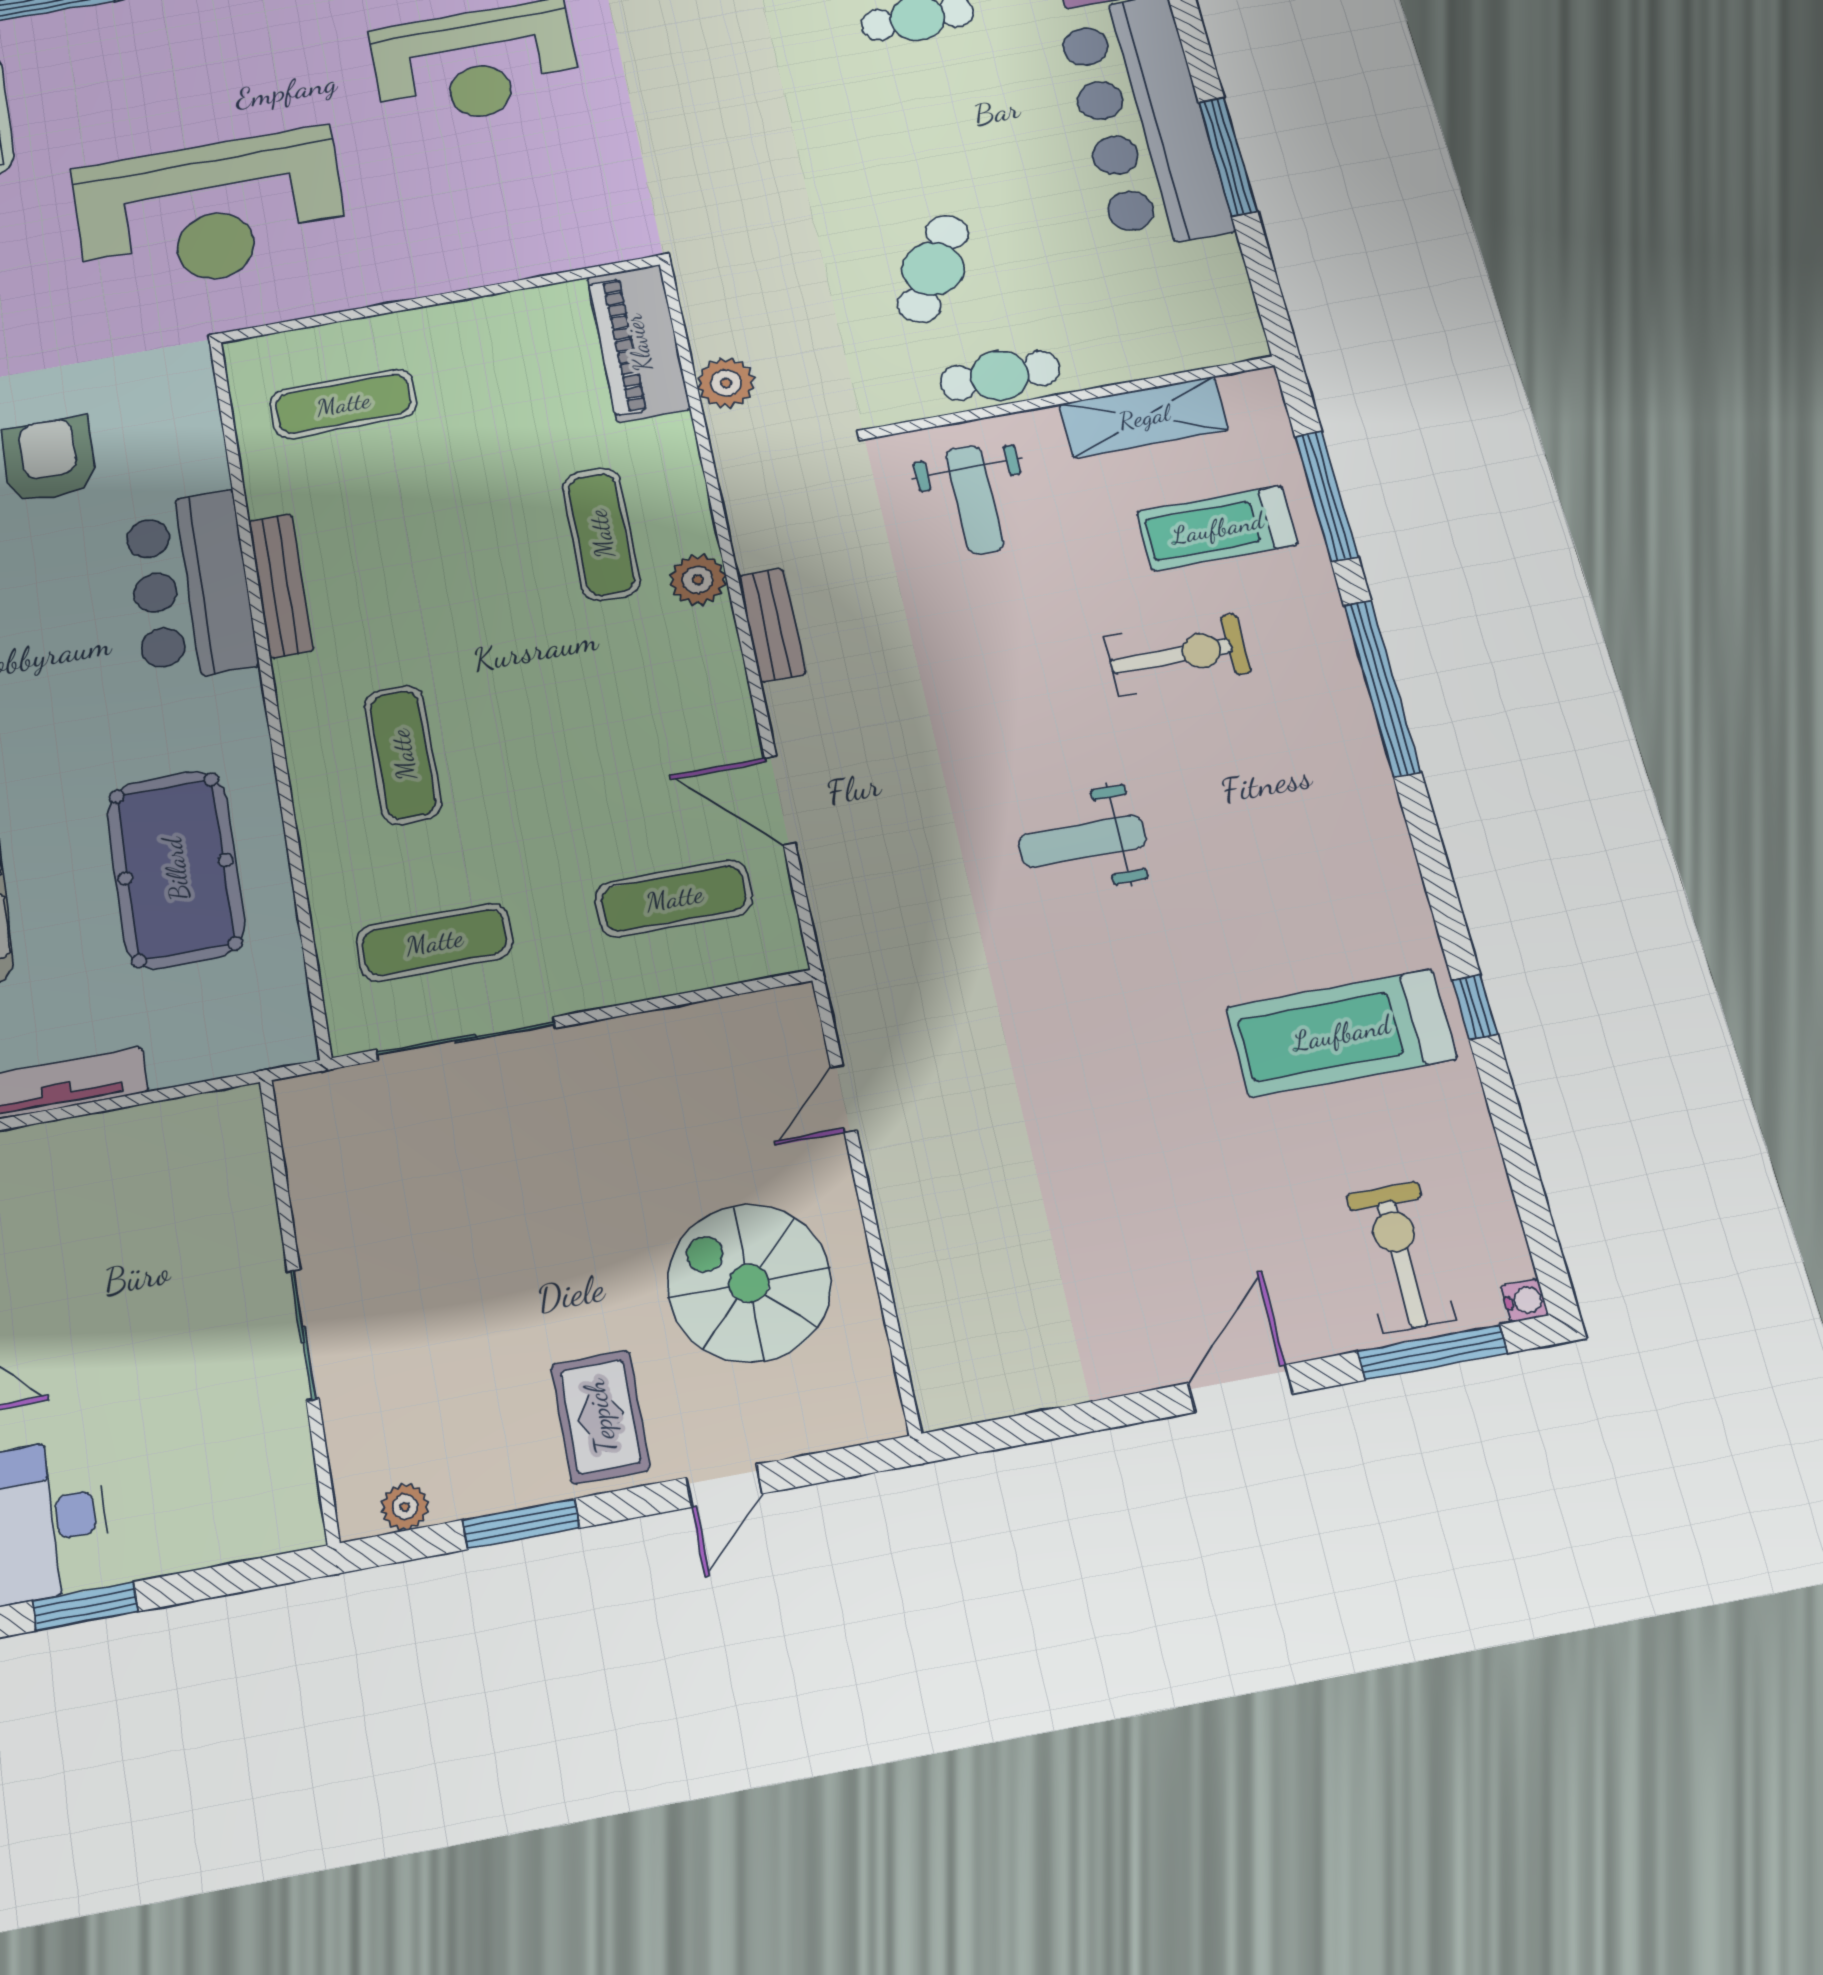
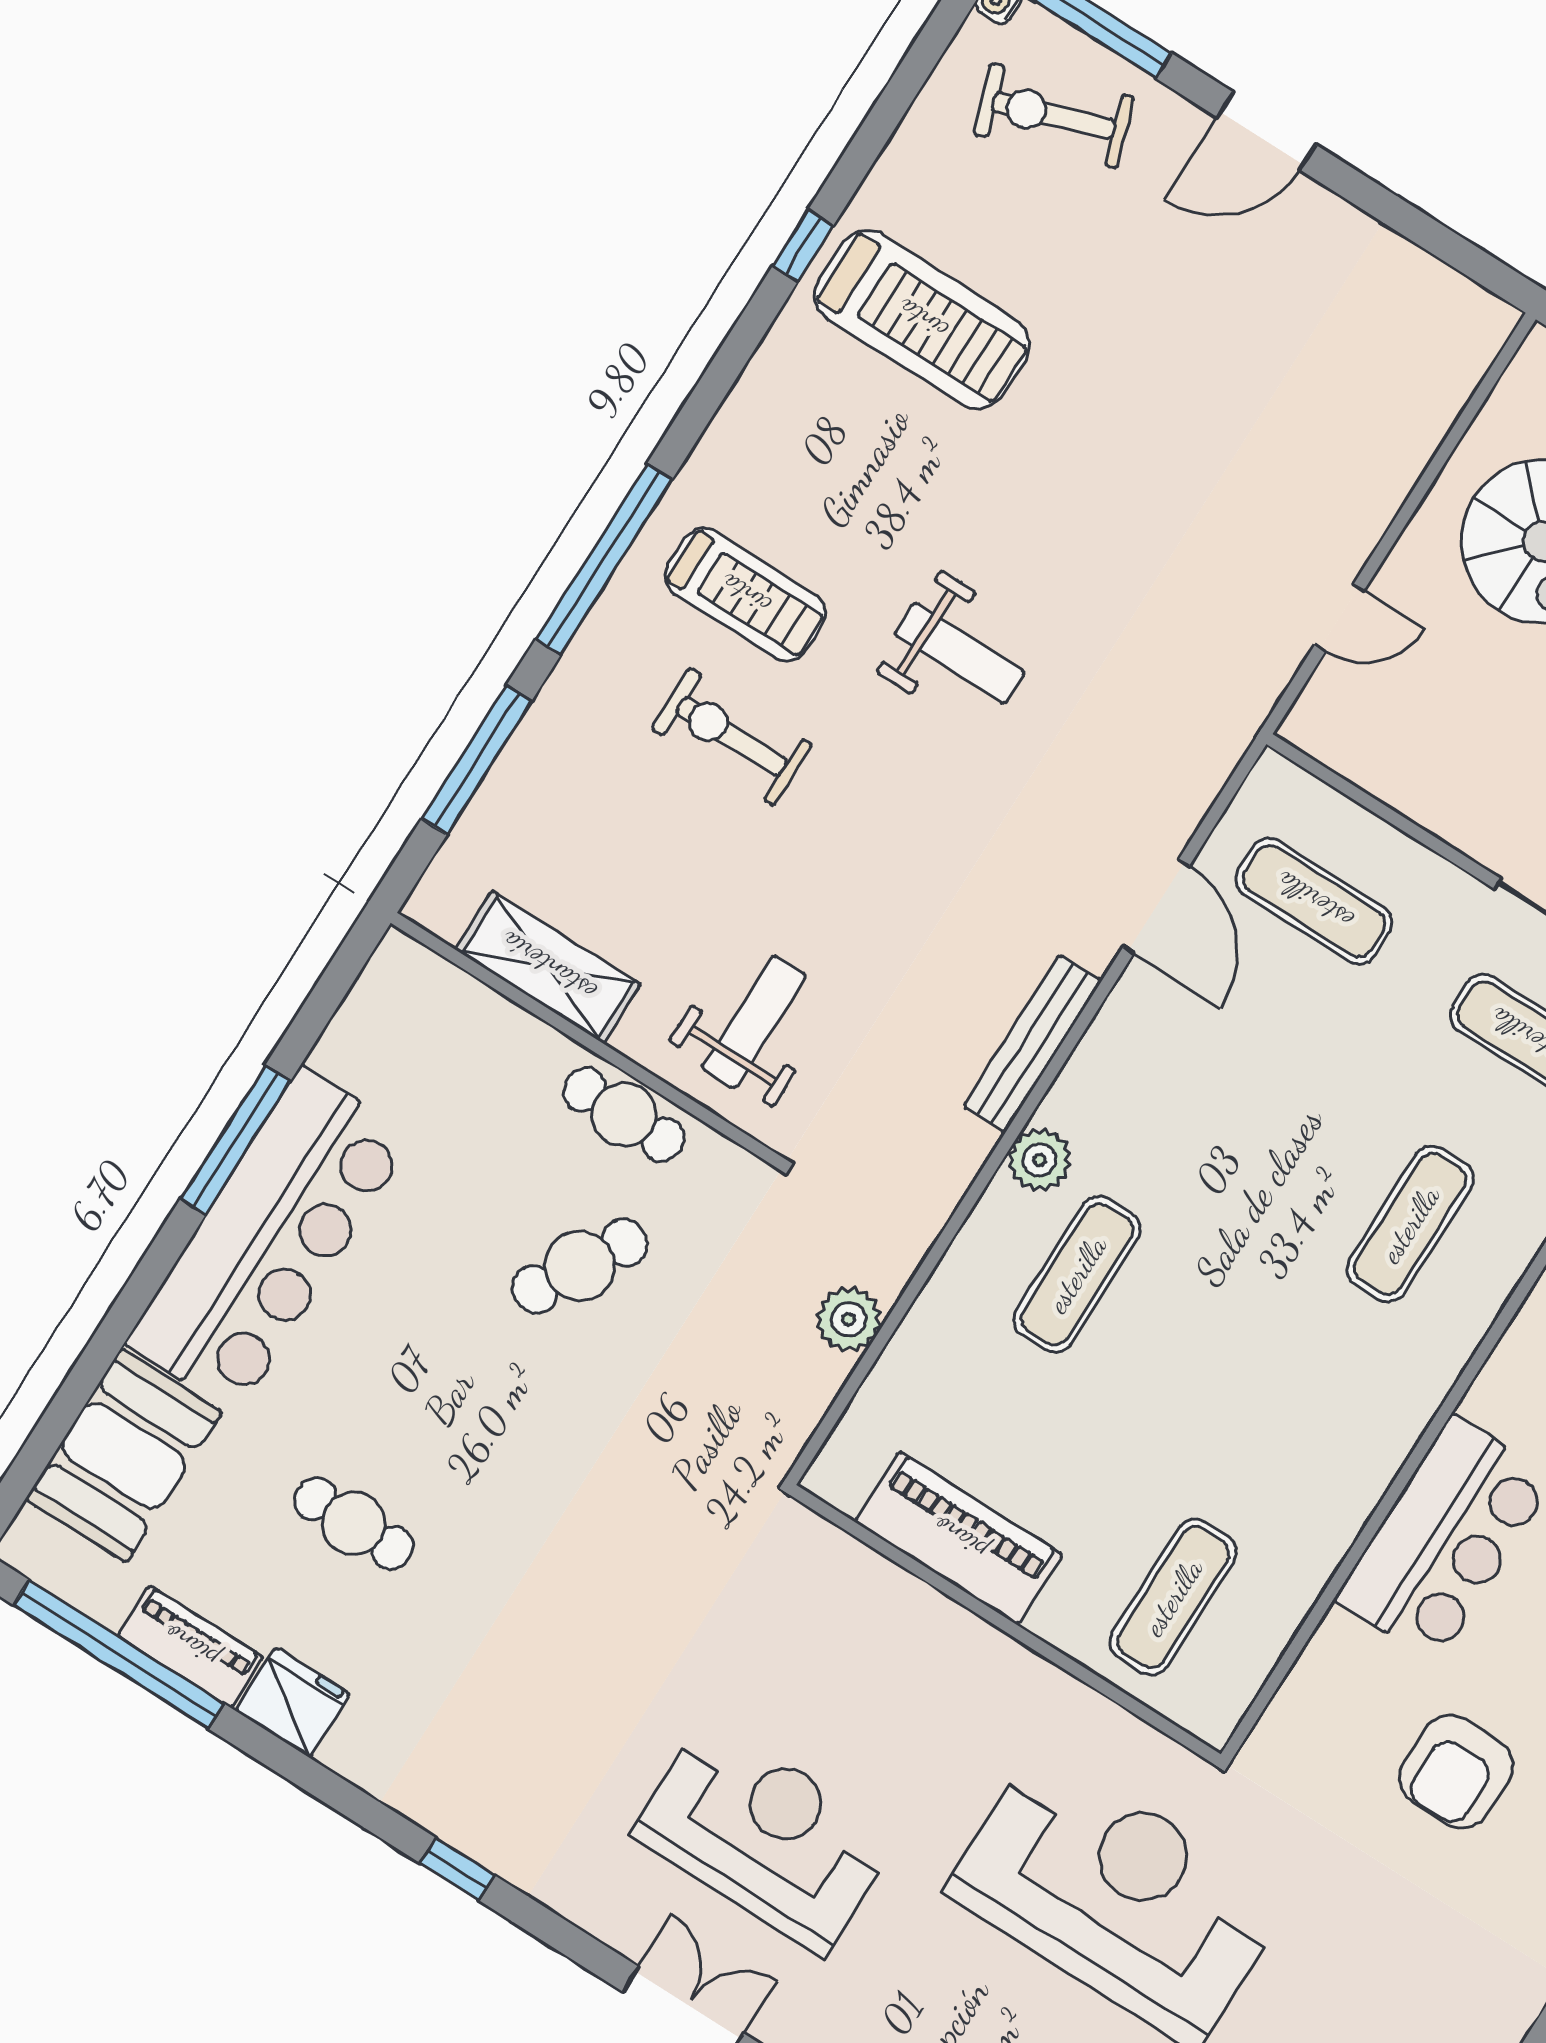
piano: (638, 343) -> (959, 1538), moved, turned -90
exercise mat: (343, 404) -> (1173, 1597), turned 90
treadmill: (1217, 528) -> (745, 595), moved
bench: (281, 586) -> (1372, 1470), removed
bench: (772, 625) -> (1032, 1044), width x1.36
exercise bike: (1401, 1257) -> (1054, 116), turned 71

